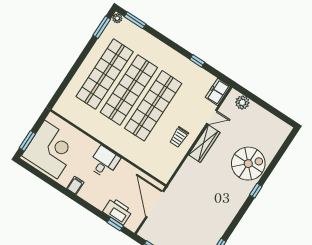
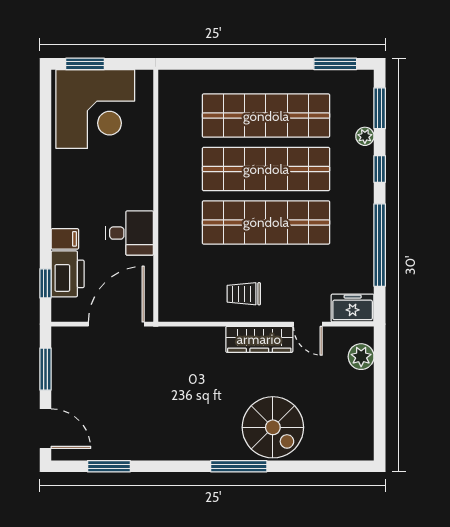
plant: (117, 18) -> (365, 136), moved
window: (163, 38) -> (380, 169), added
window: (197, 61) -> (380, 245), width x3.17
desk: (104, 162) -> (130, 233), moved
filing cabinet: (75, 185) -> (65, 239), moved
window: (256, 191) -> (239, 466), width x2.17

